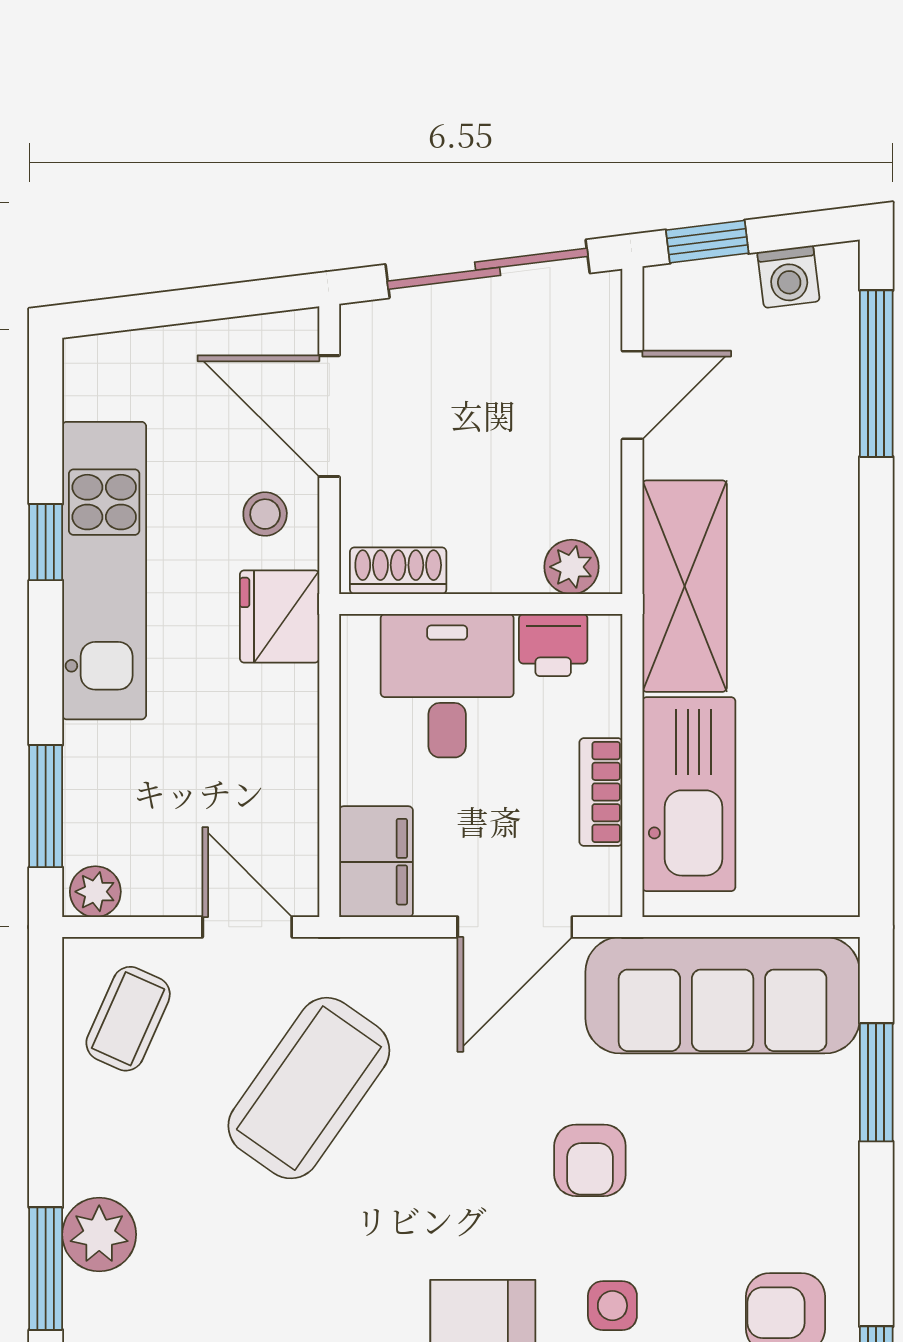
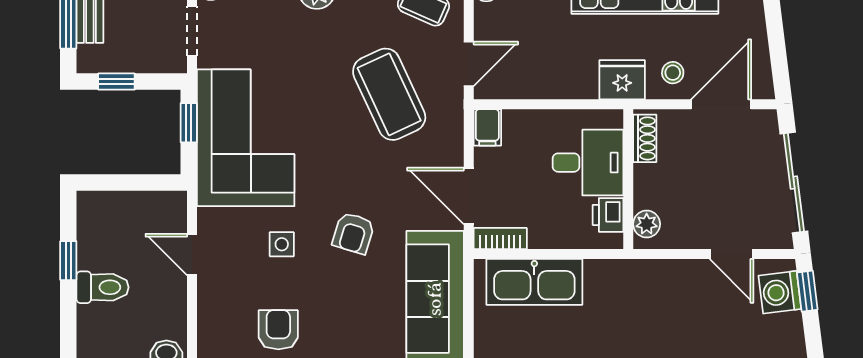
washing machine: (789, 277) -> (780, 292), moved, width x1.38, depth x1.38
shelving: (685, 586) -> (637, 280), removed
bookcase: (601, 792) -> (500, 239), moved
filing cabinet: (376, 862) -> (487, 127), width x0.50
coffee table: (309, 1088) -> (389, 94), turned 30
armchair: (590, 1160) -> (354, 233), turned -73

